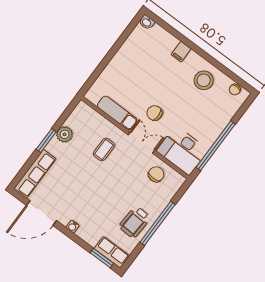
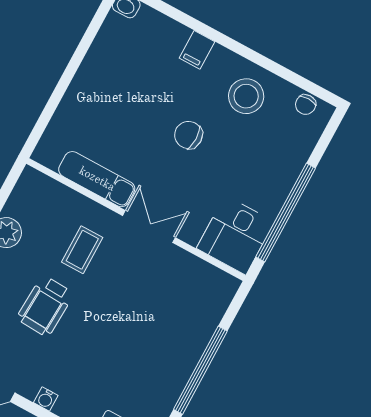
chair: (155, 113) -> (189, 135), moved
desk: (182, 150) -> (235, 235), width x0.73
chair: (156, 174) -> (185, 281), removed
wheelchair: (135, 222) -> (45, 306), moved

